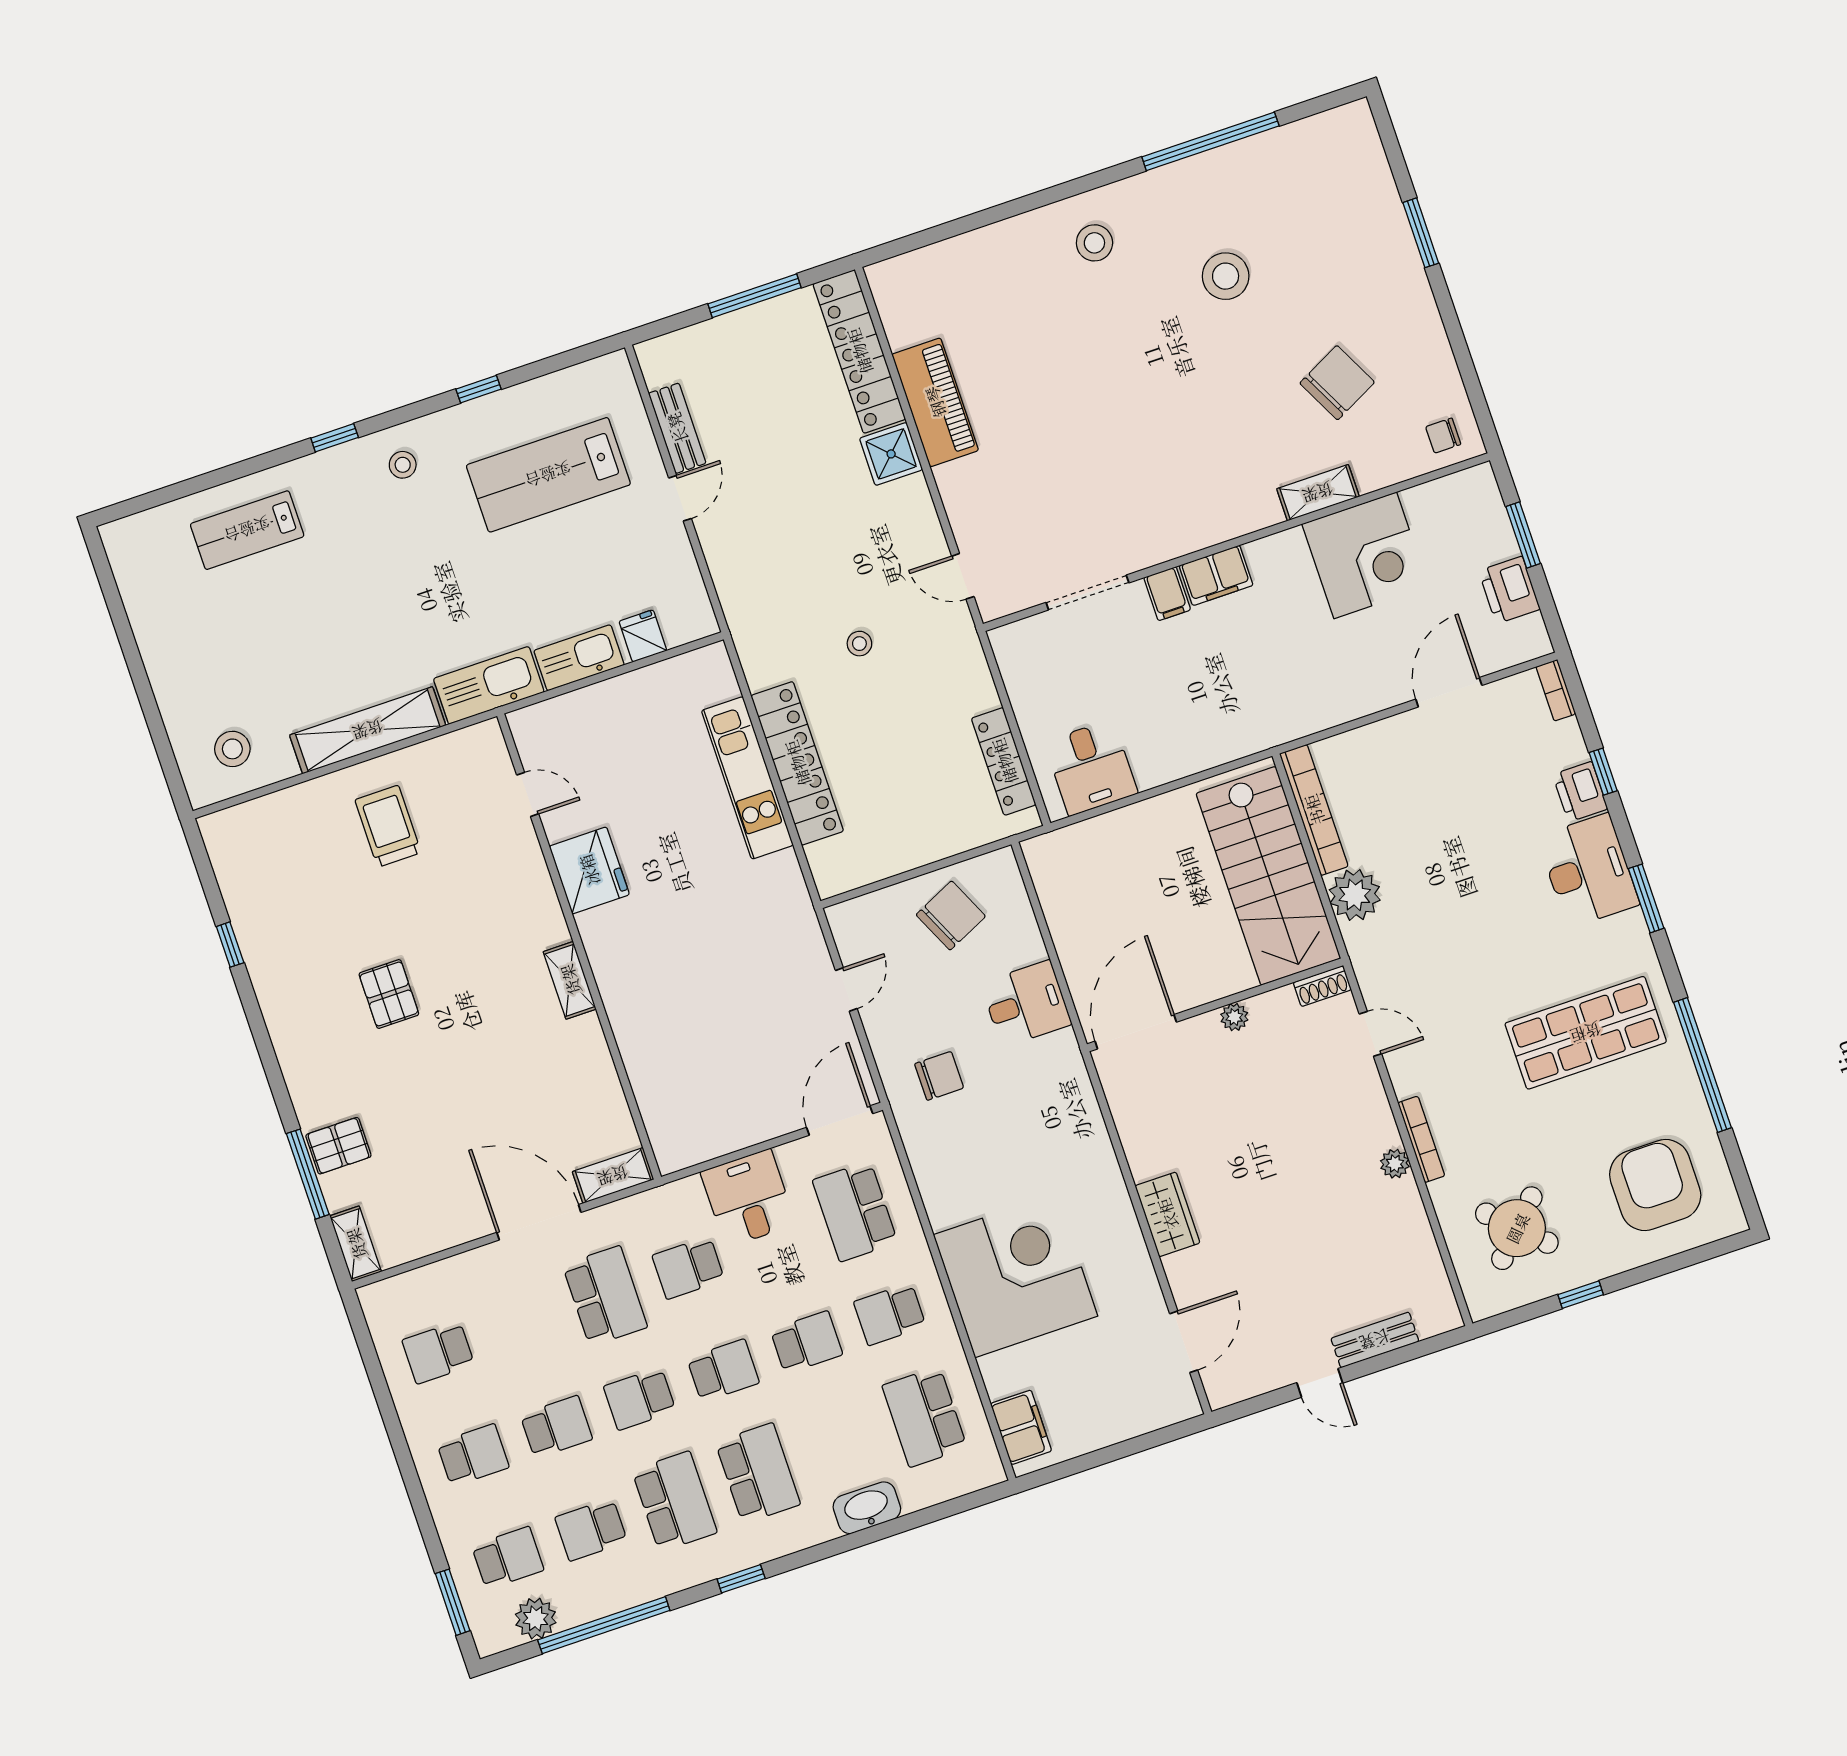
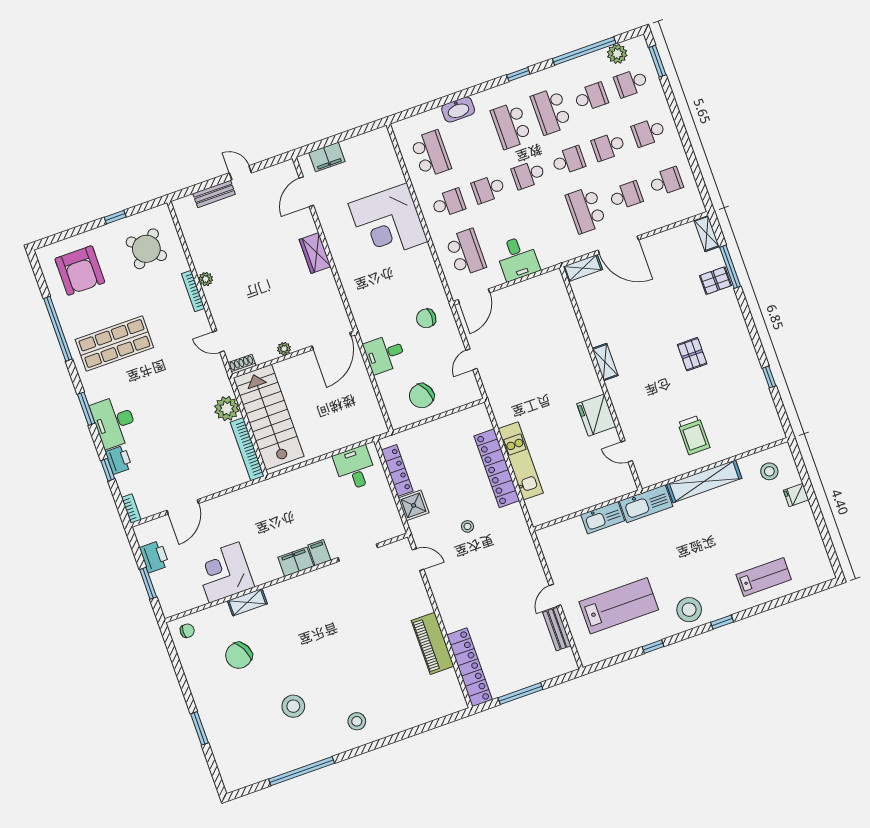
shower: (891, 454) -> (414, 505), moved
stool: (403, 465) -> (689, 610), width x1.89, depth x1.89
fridge: (643, 636) -> (796, 495), moved, turned 90
school desk: (688, 1268) -> (626, 196), moved
filing cabinet: (1021, 1427) -> (327, 157), moved, turned -90

